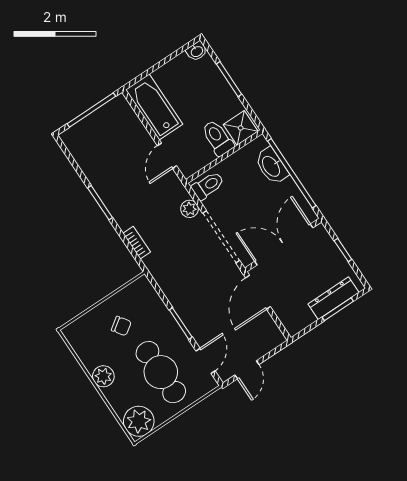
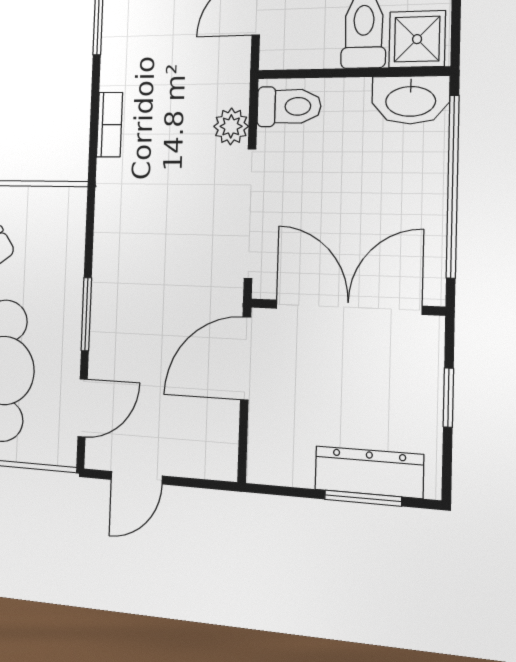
washbasin: (271, 166) -> (411, 100), moved, turned -90

